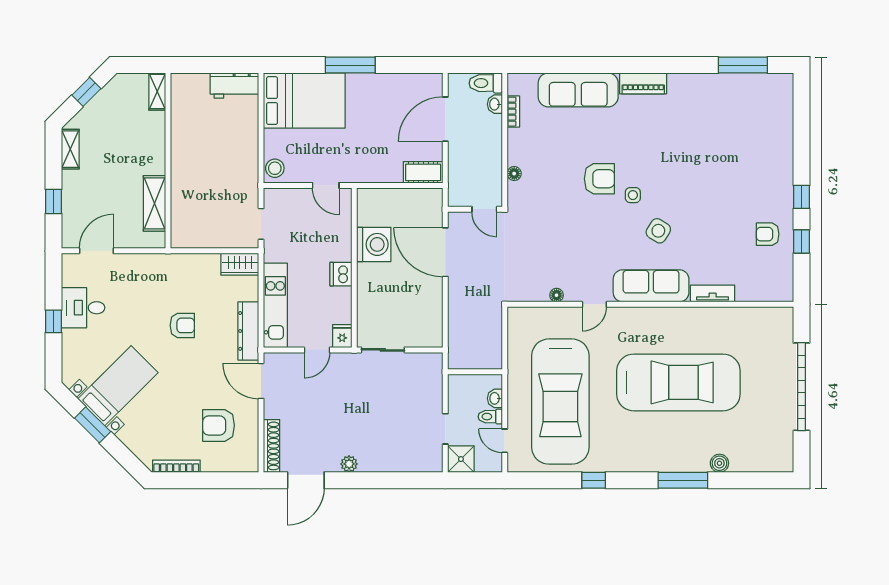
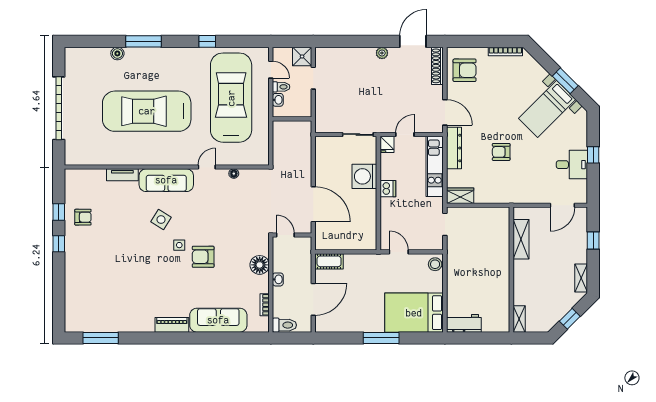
washbasin: (495, 104) -> (278, 279), moved
floor lamp: (514, 174) -> (260, 265), width x1.89, depth x1.89
washing machine: (374, 244) -> (364, 176), moved
armchair: (219, 425) -> (465, 70), moved

